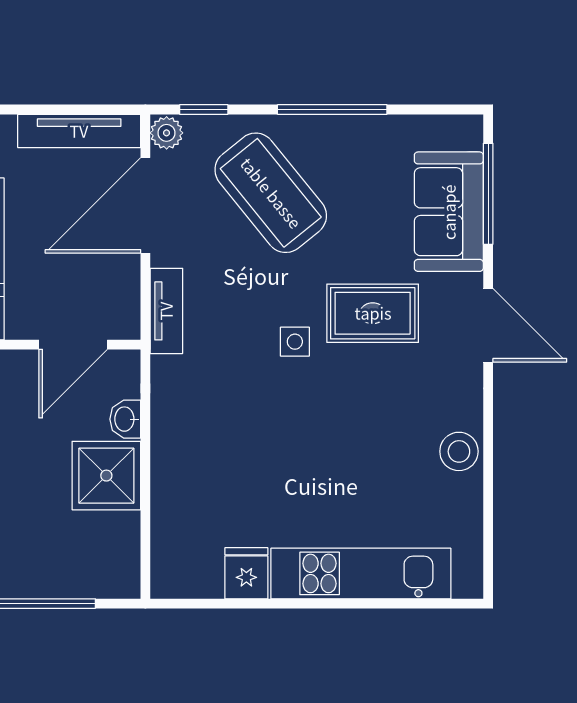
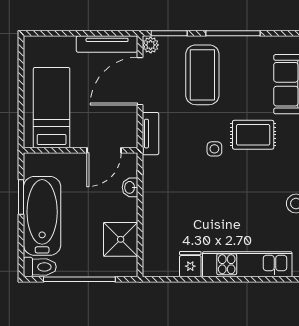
window: (204, 109) -> (169, 33), width x1.50
coffee table: (271, 193) -> (202, 75), turned 39
shower: (106, 476) -> (121, 239), moved

